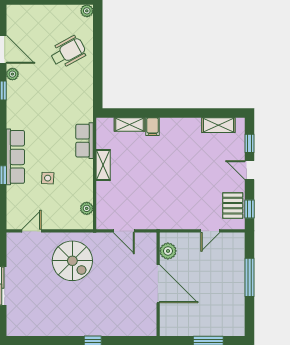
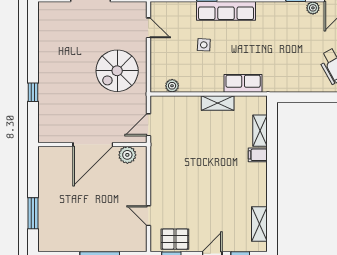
plant: (168, 251) -> (127, 155), moved
door: (158, 284) -> (93, 144), moved
wall: (158, 284) -> (92, 144), moved

